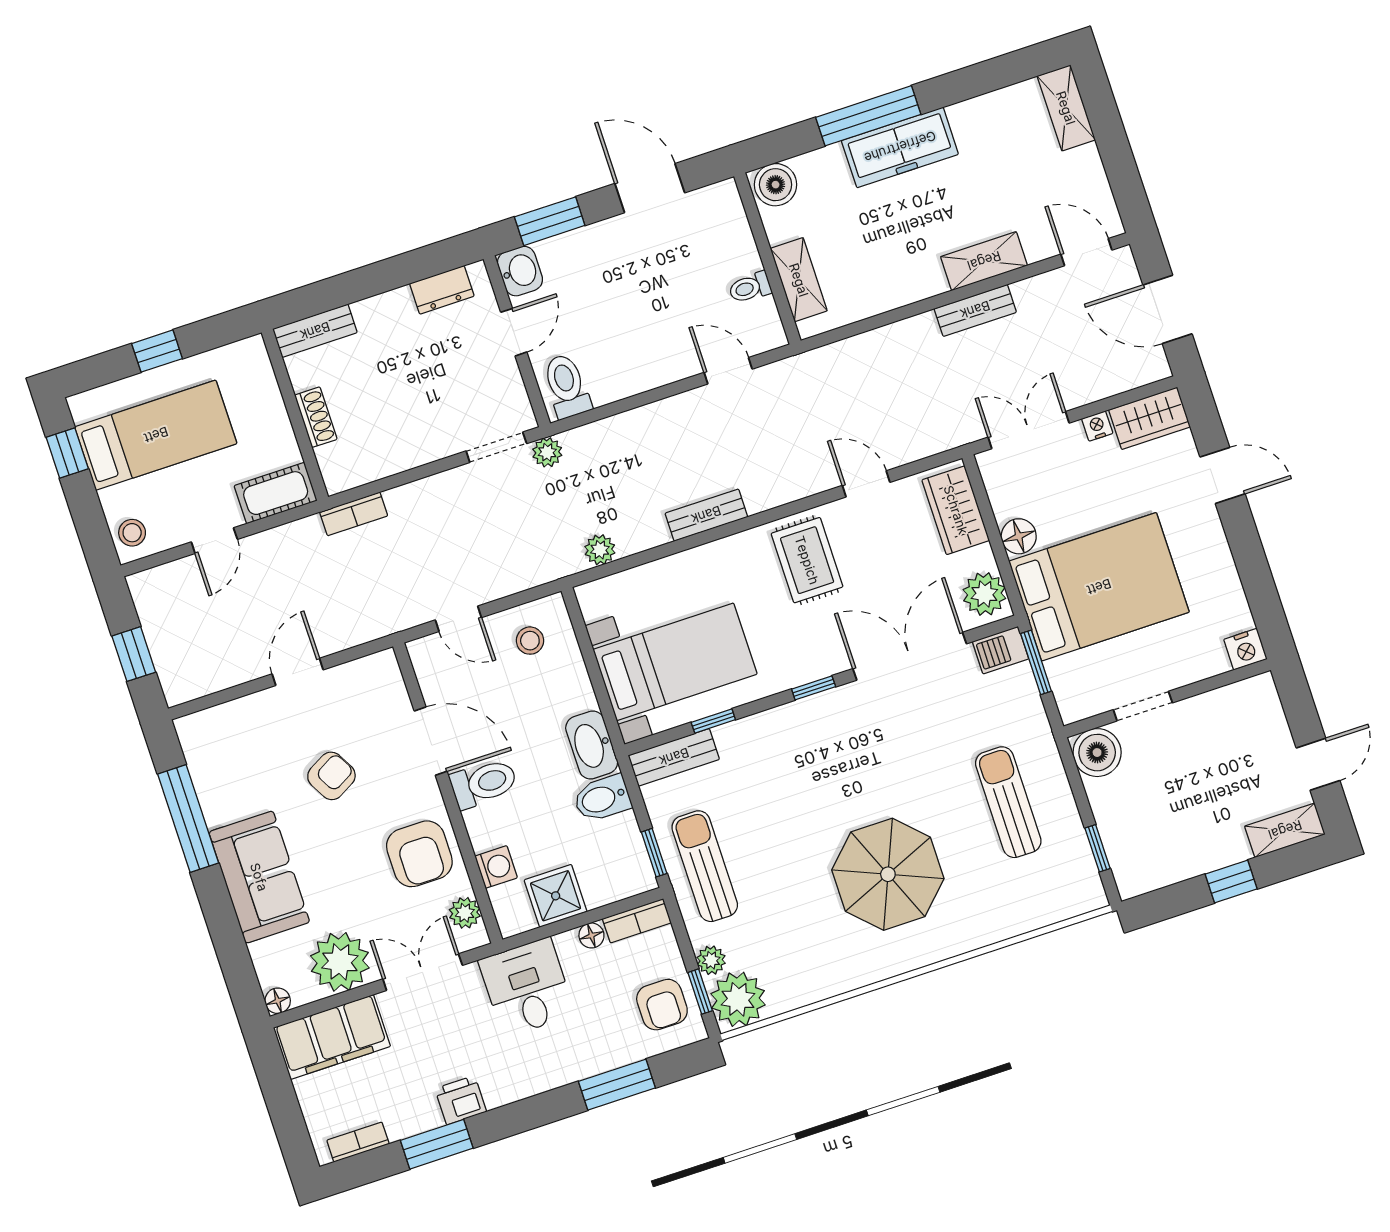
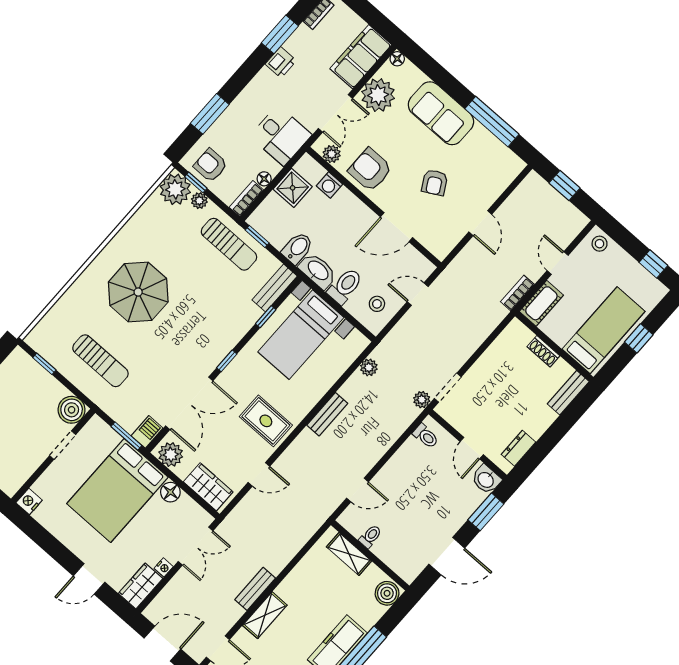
toilet: (567, 386) -> (426, 436), width x0.73, depth x0.72
bed: (156, 435) -> (604, 330), moved, turned 180
bookcase: (354, 514) -> (517, 293), moved
toilet: (484, 783) -> (345, 286), moved, turned 180

